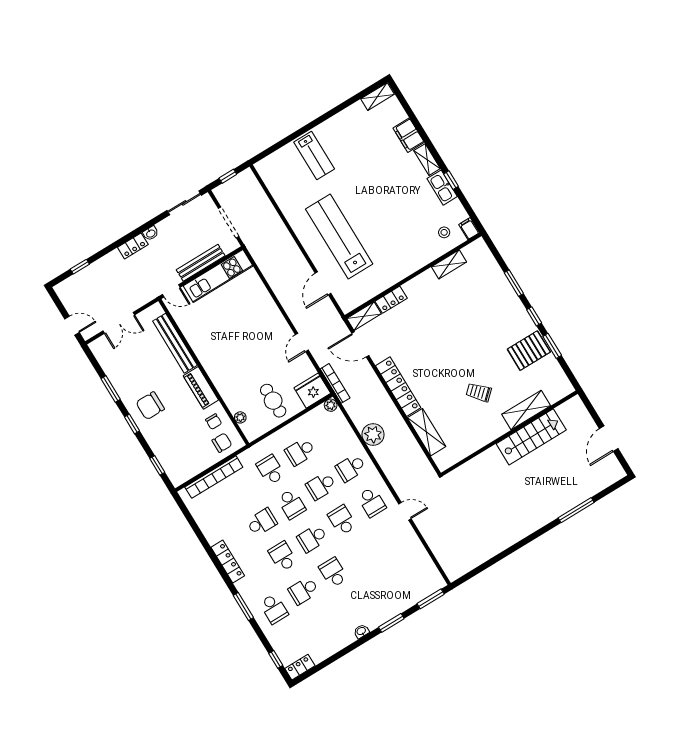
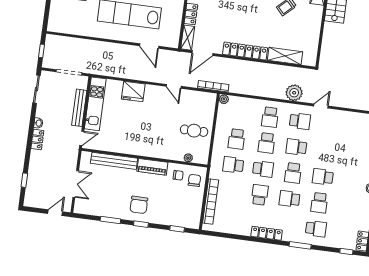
fridge: (312, 391) -> (133, 92), moved, turned -90
plant: (373, 435) -> (294, 93), moved

